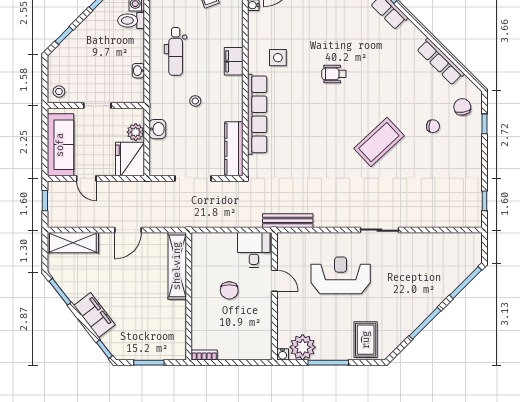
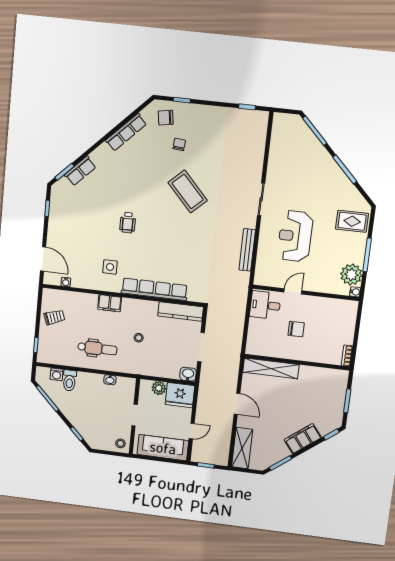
washbasin: (157, 129) -> (188, 374), moved
bench: (288, 221) -> (247, 250), moved

